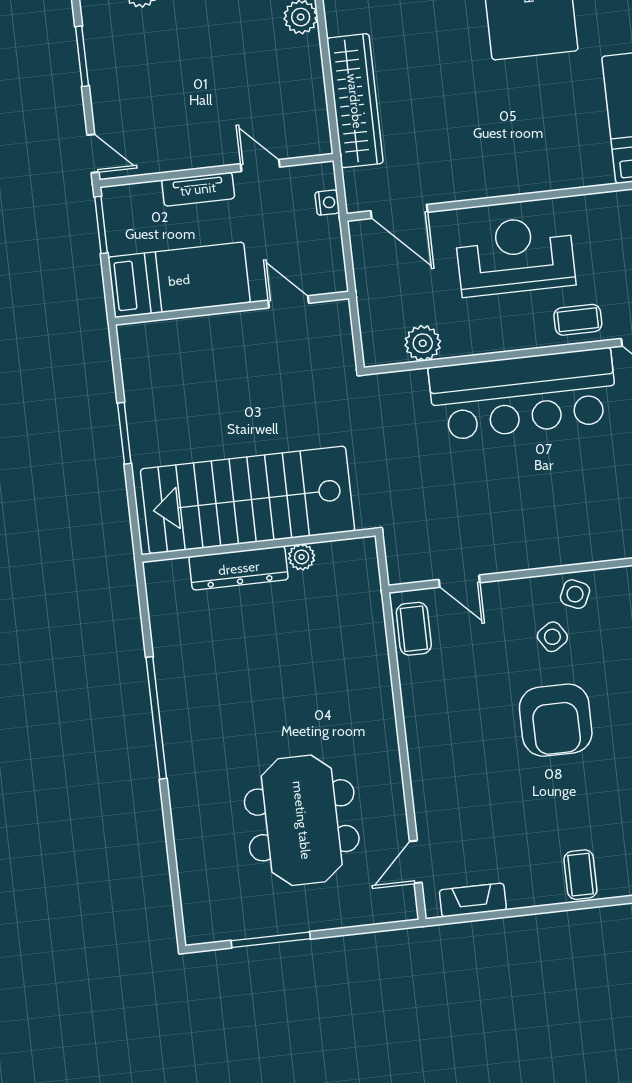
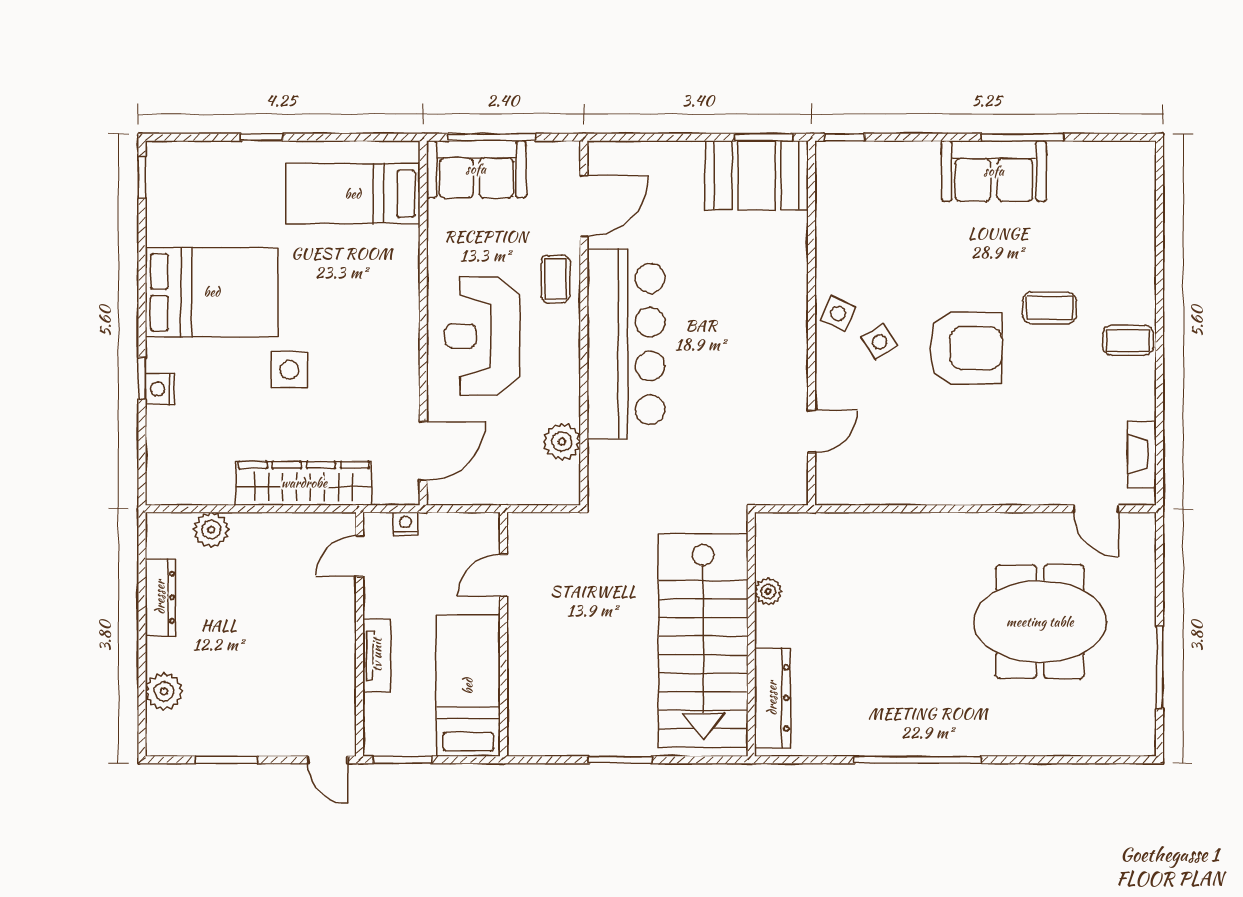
side table: (462, 75) -> (289, 370), added
door: (93, 153) -> (328, 760), swing flipped
door: (260, 165) -> (360, 556), moved
dresser: (239, 568) -> (772, 698), moved
coffee table: (414, 629) -> (1049, 308), moved

